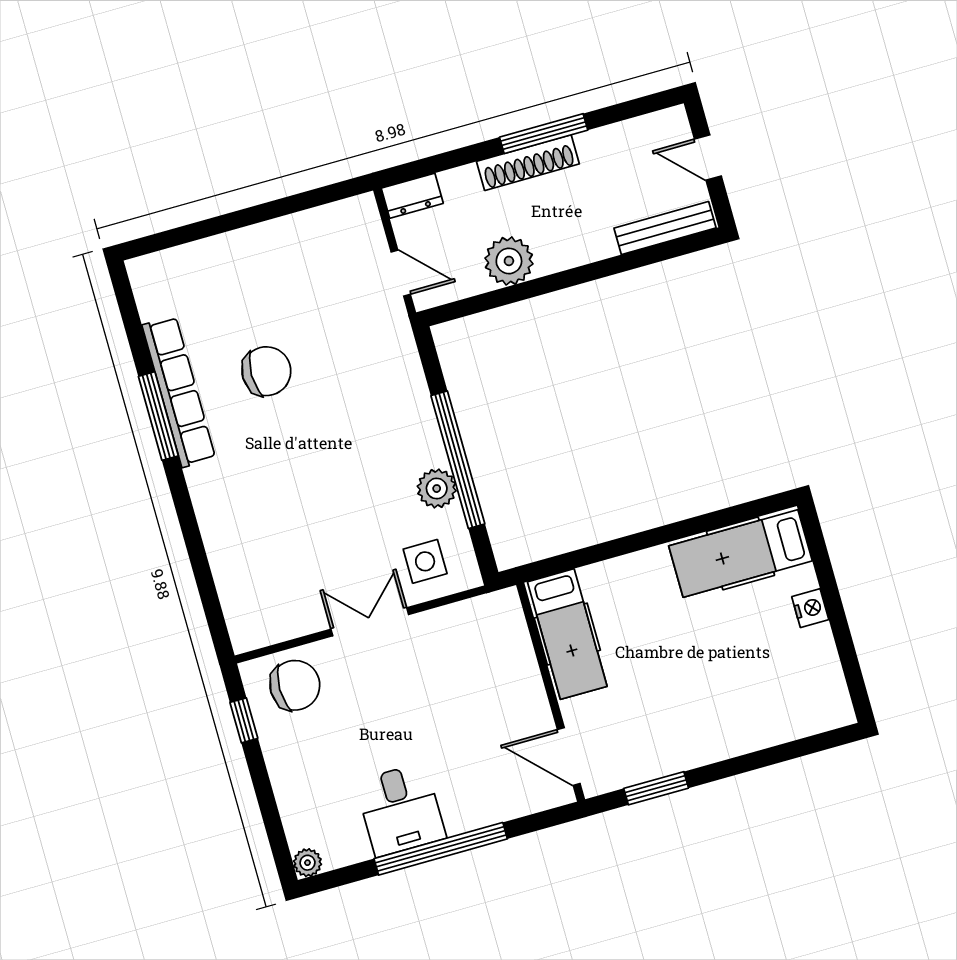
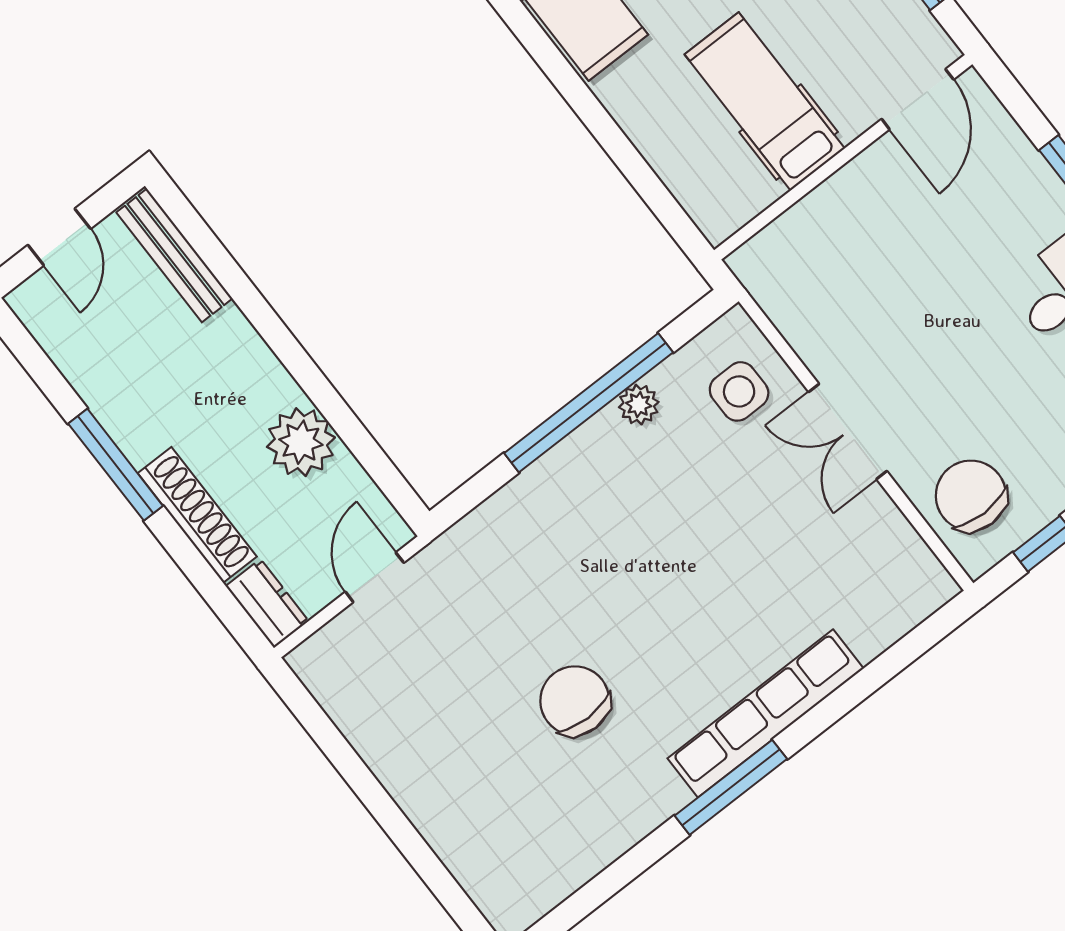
shoe rack: (528, 163) -> (197, 515), moved
row of seats: (179, 392) -> (766, 713), moved
window: (158, 416) -> (731, 787), moved
plant: (437, 489) -> (639, 405), width x0.73, depth x0.73
hospital bed: (567, 634) -> (765, 101), moved, turned -90

